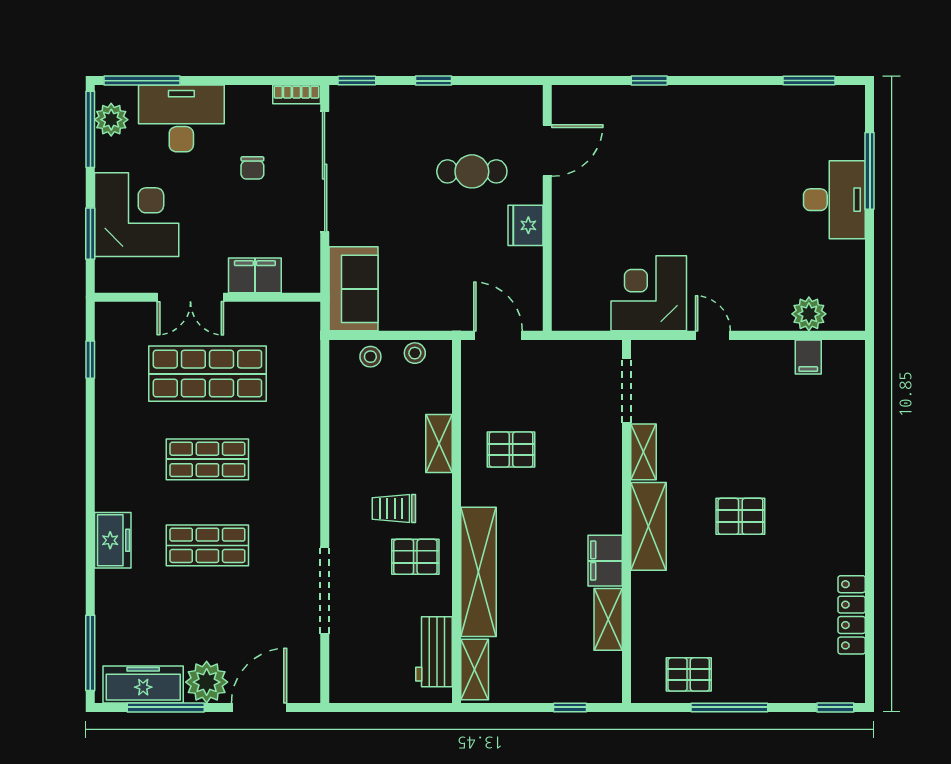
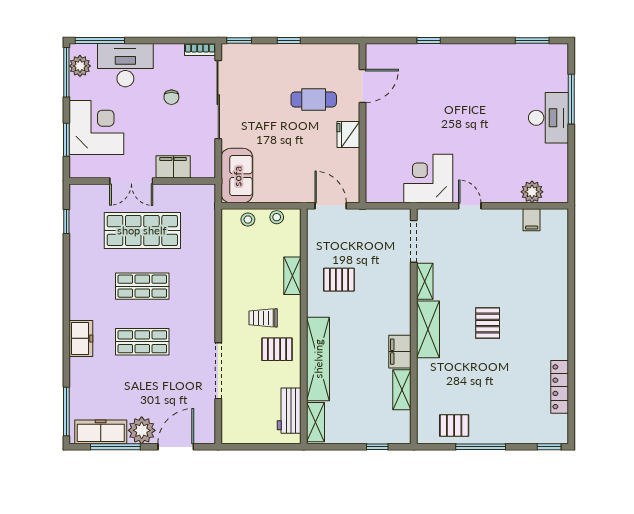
pallet: (740, 516) -> (488, 323), turned 90

